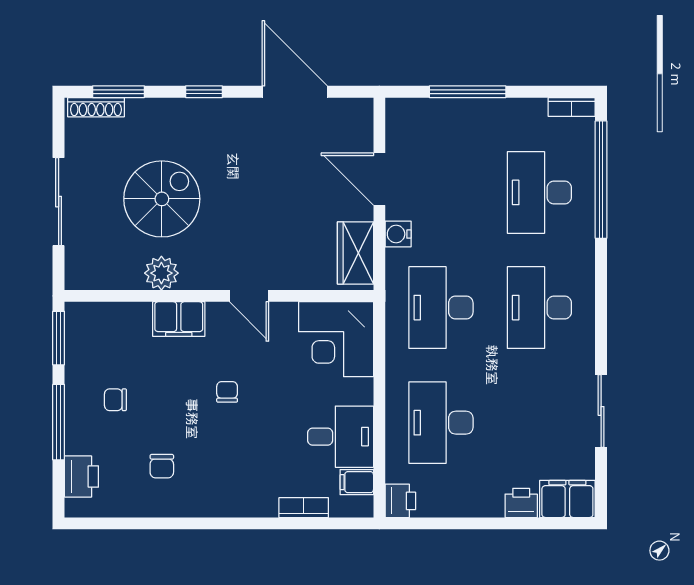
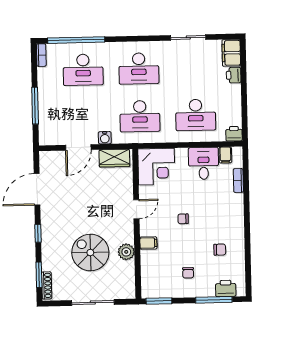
filing cabinet: (179, 319) -> (148, 243), width x0.50
window: (59, 422) -> (214, 300), moved

